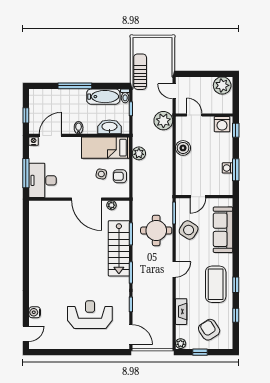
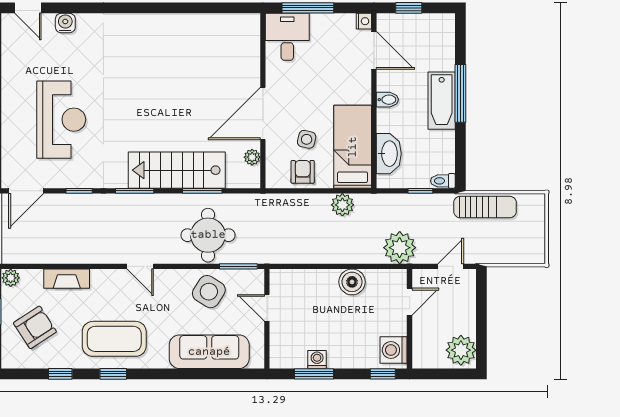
bathtub: (103, 97) -> (442, 101), moved
desk: (43, 180) -> (287, 37), width x0.73

